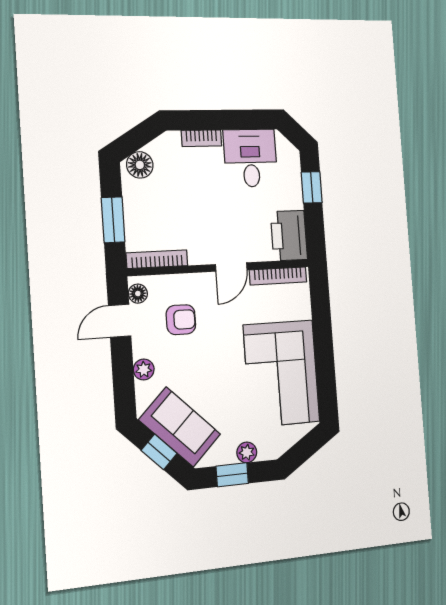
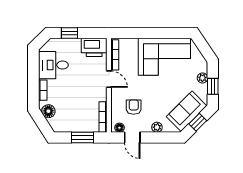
floor lamp: (140, 165) -> (48, 111), moved

